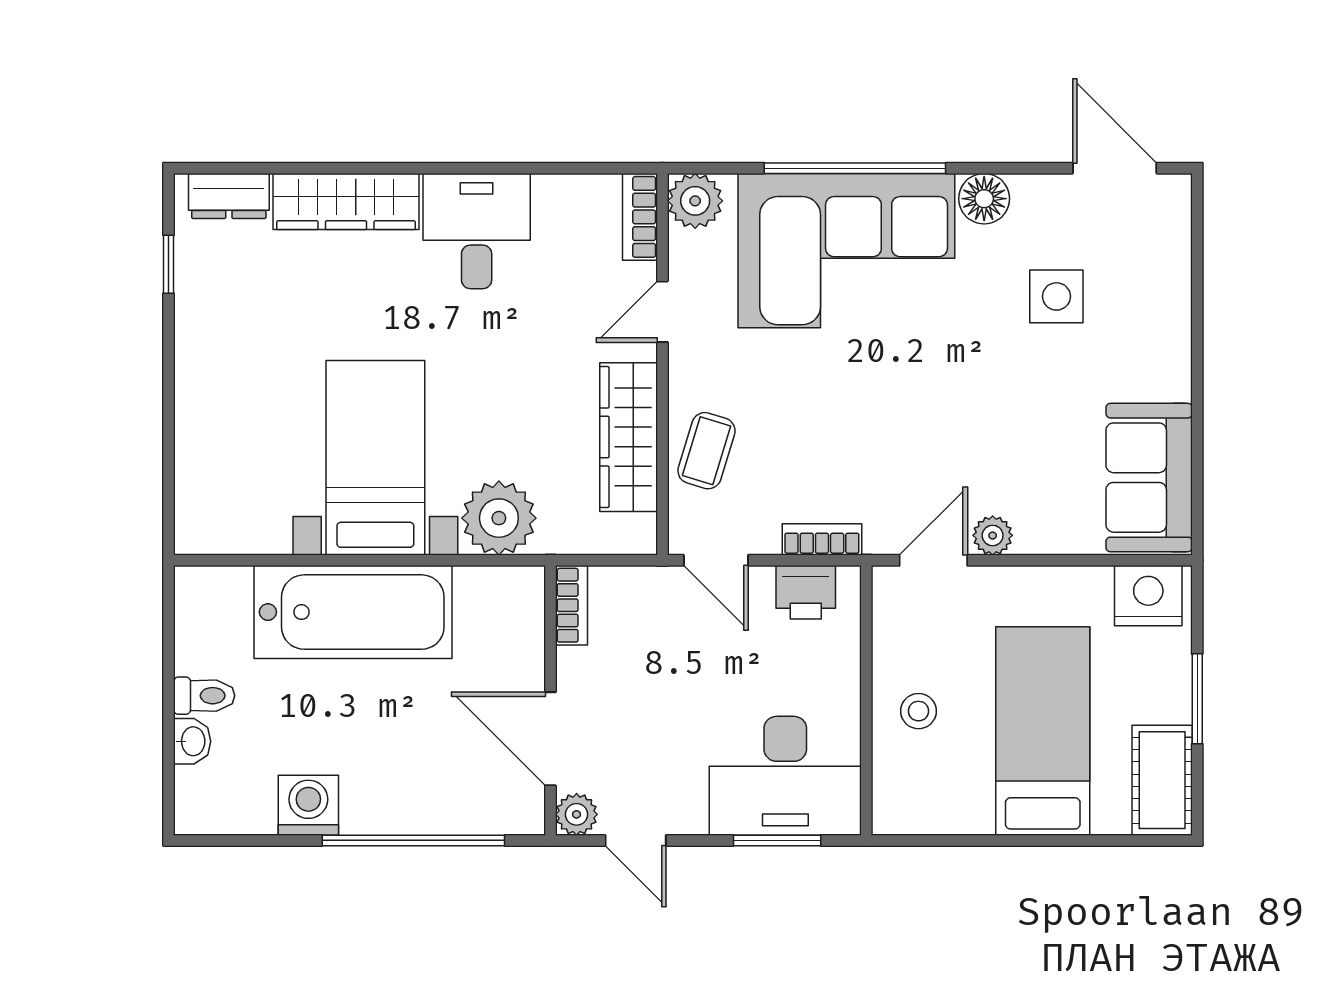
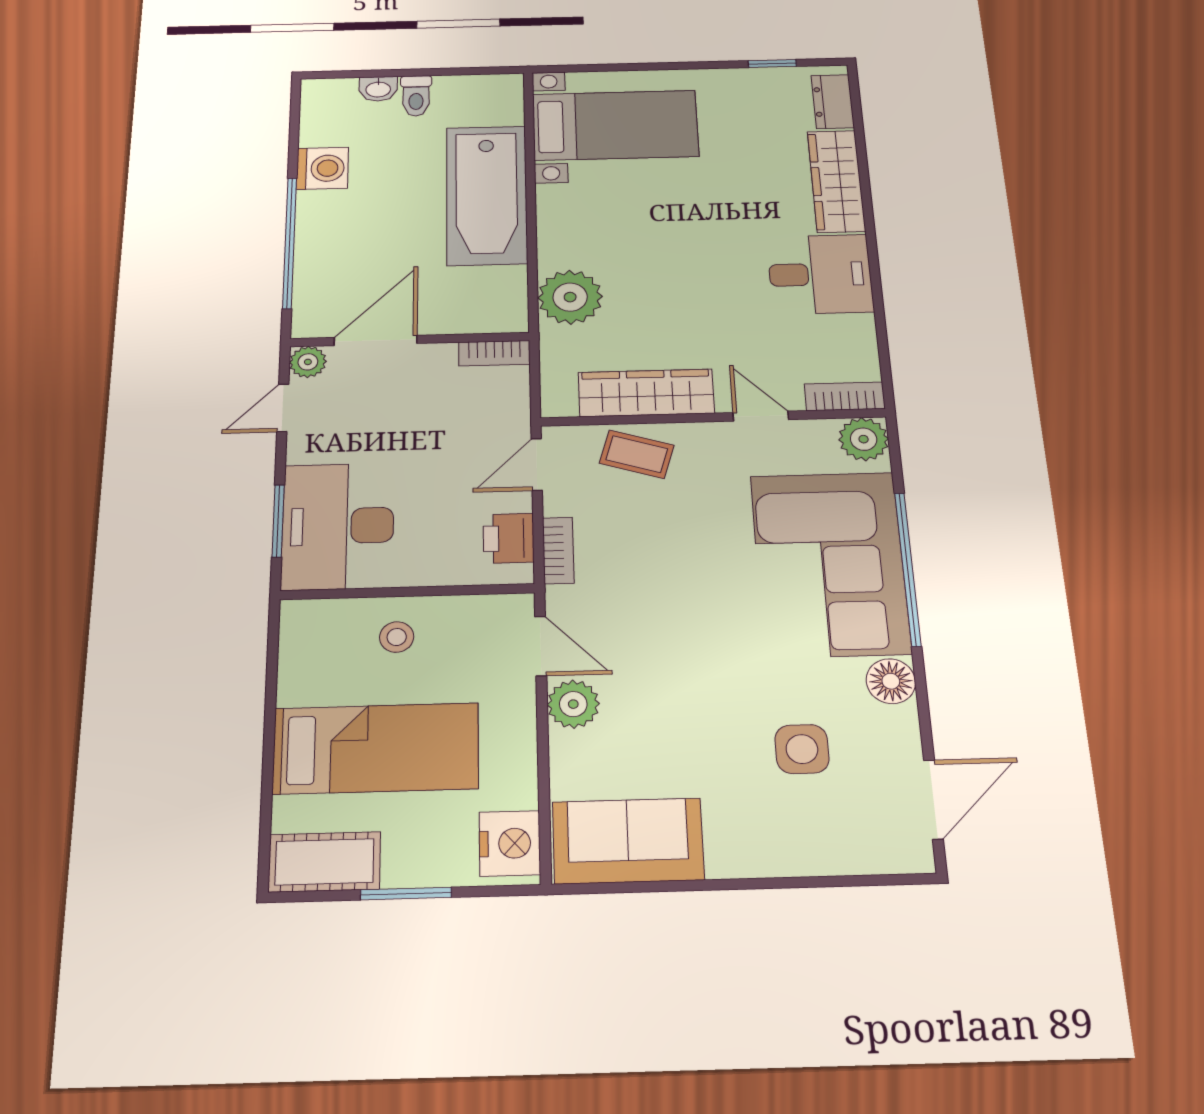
bed with nightstands: (375, 458) -> (615, 125), moved
plant: (993, 535) -> (573, 704), width x1.38, depth x1.38

